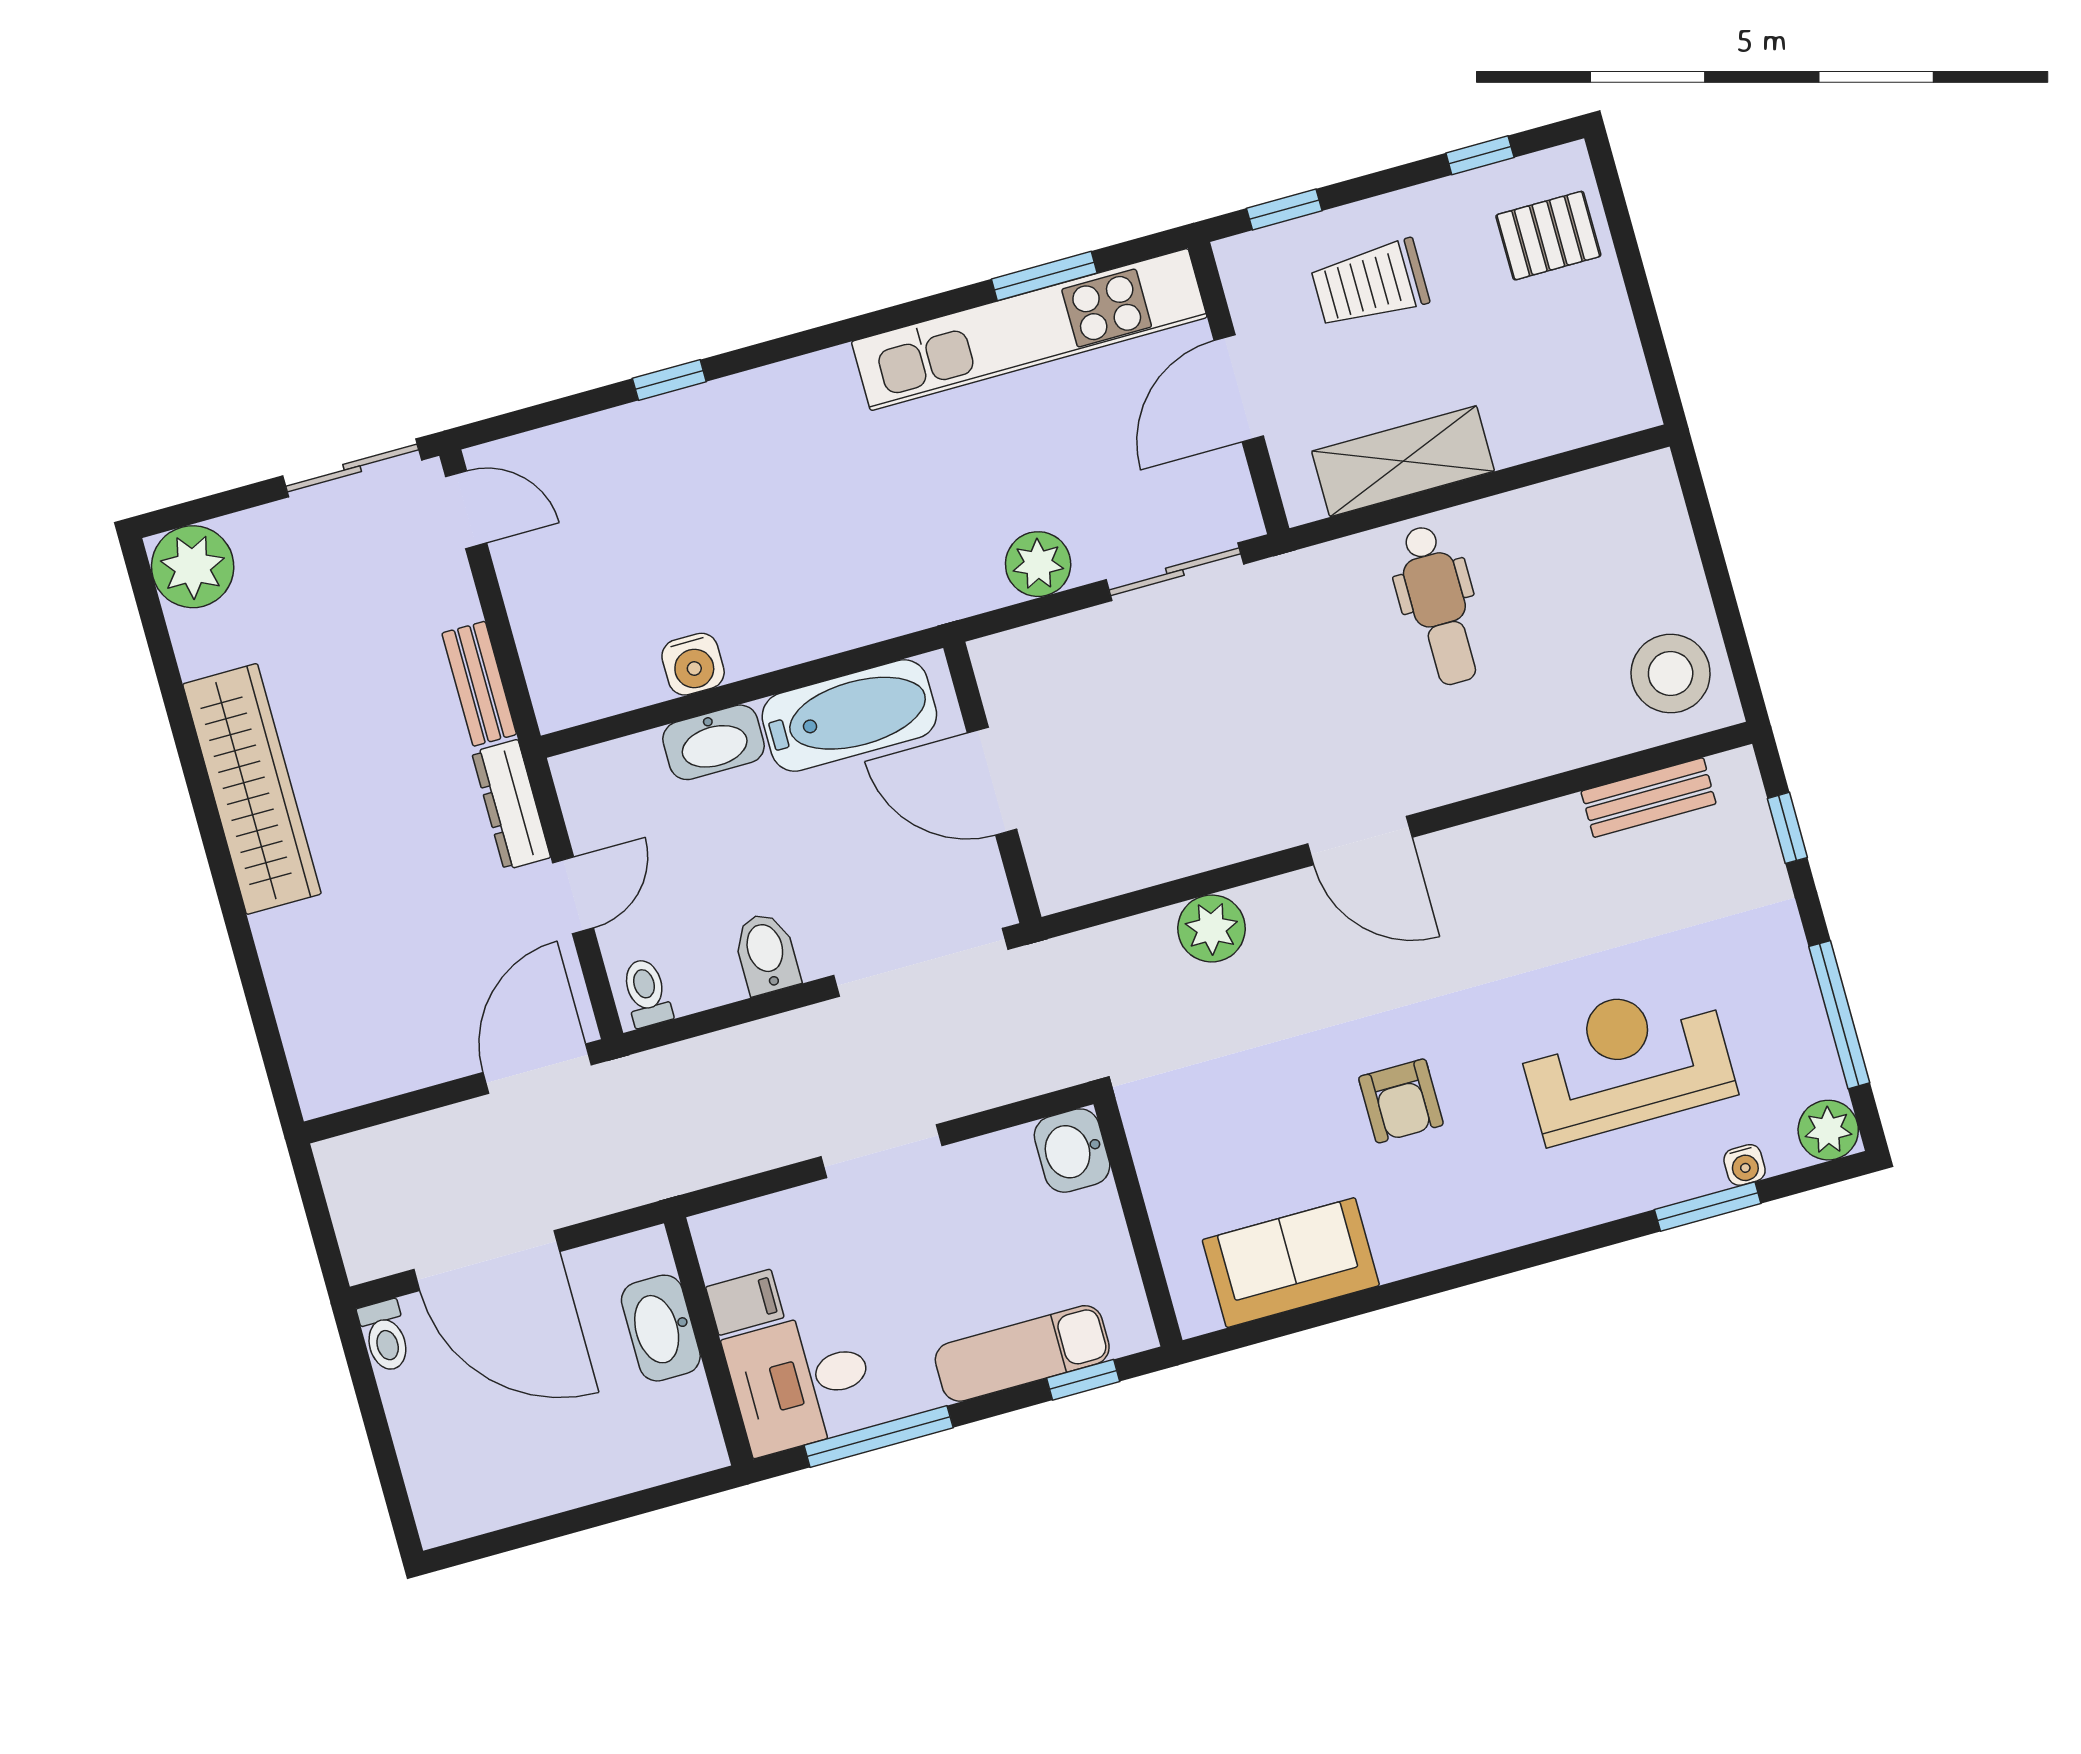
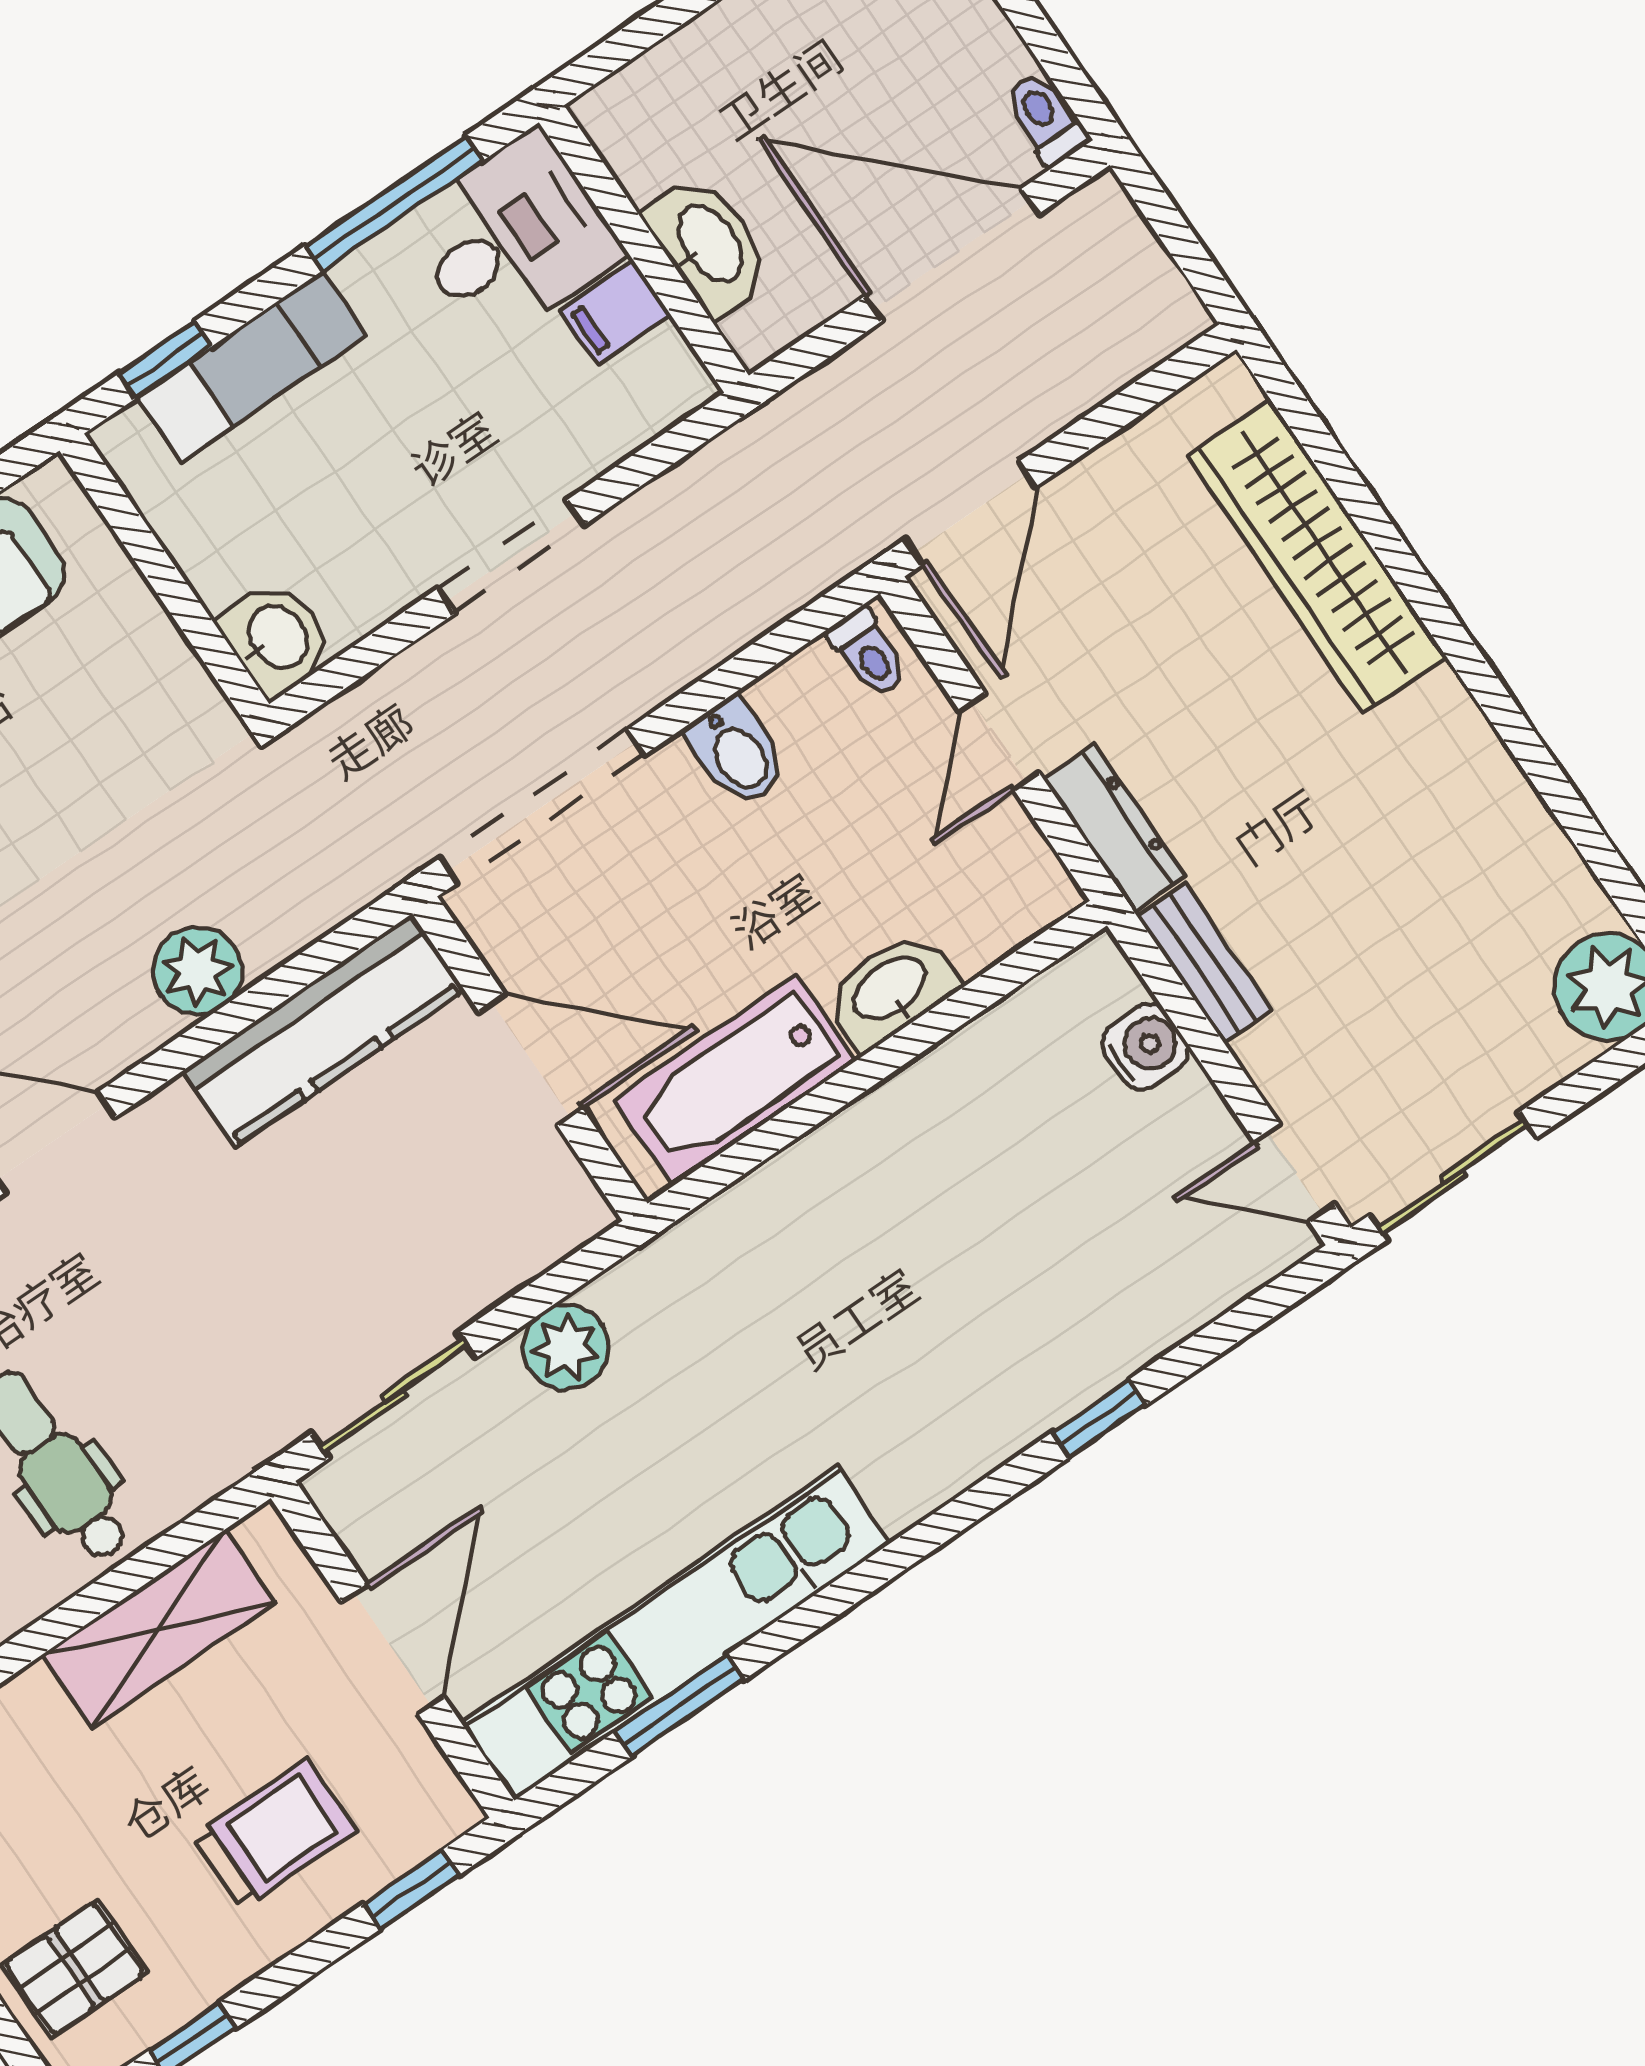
water cooler: (693, 664) -> (1145, 1047), moved, turned 90
wardrobe: (252, 789) -> (1317, 556), moved
kitchen counter: (1135, 854) -> (323, 1031), added

